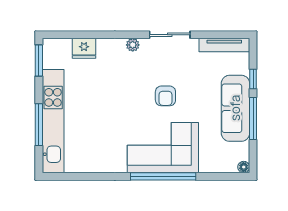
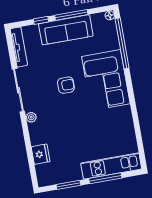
sliding door: (170, 35) -> (18, 90), width x1.37
window: (39, 60) -> (68, 185), moved
kitchen unit: (53, 121) -> (111, 166), width x0.73
window: (163, 176) -> (122, 43), moved

